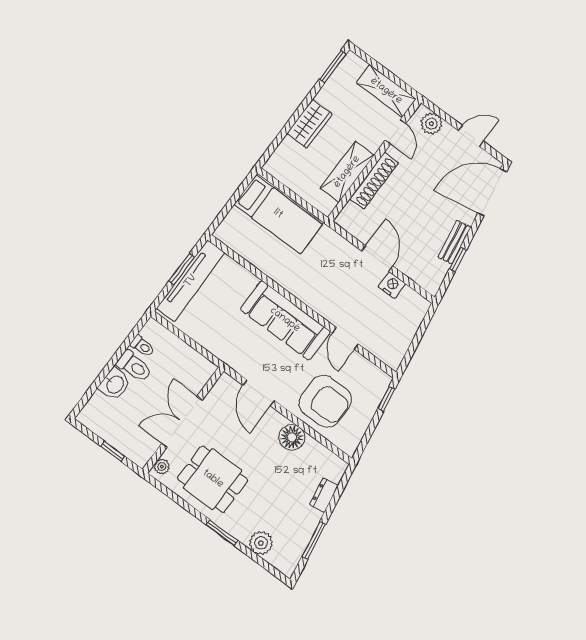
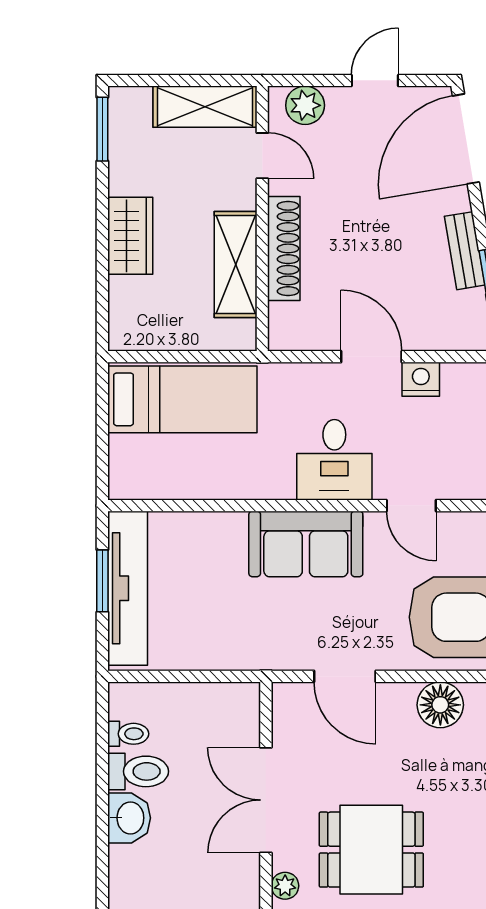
desk: (326, 292) -> (334, 460), added
sofa: (285, 320) -> (306, 544), width x0.73

